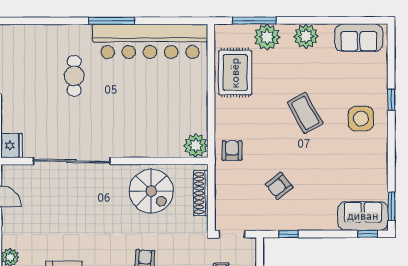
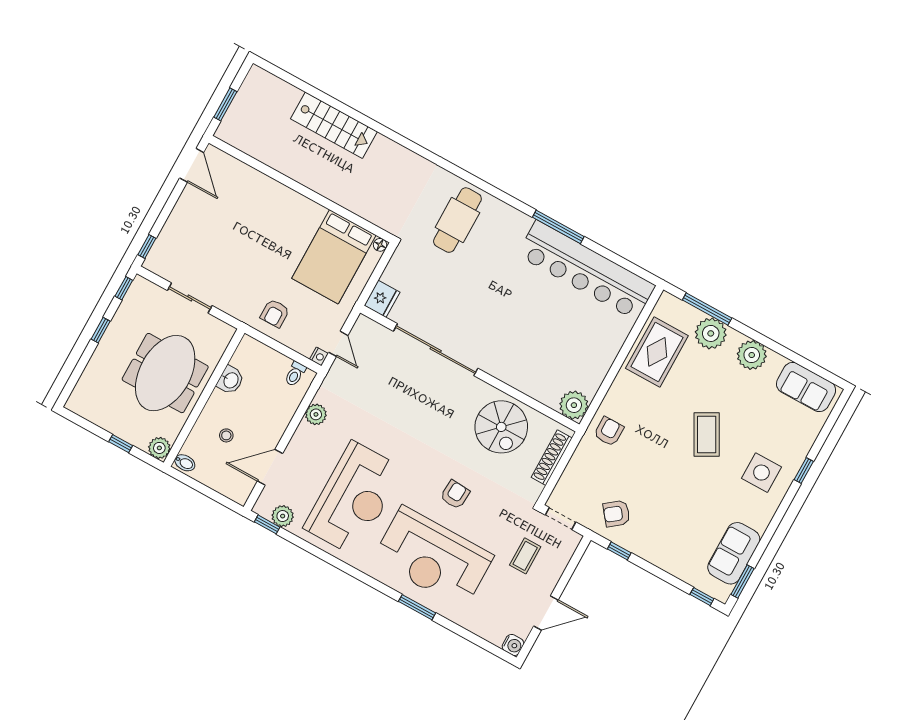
cafe table: (74, 76) -> (457, 220), moved, width x1.37, depth x1.35
armchair: (279, 186) -> (617, 514), moved
sofa: (363, 216) -> (734, 553), moved, turned -90

